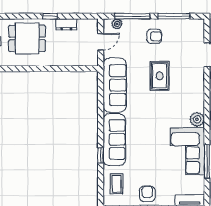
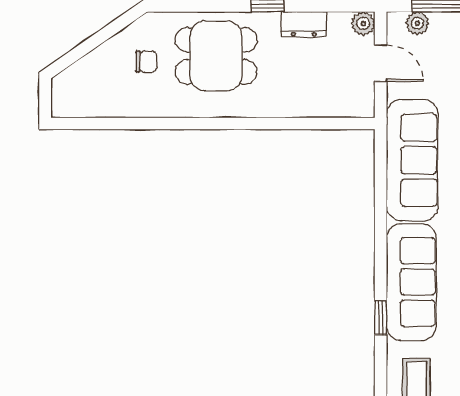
plant: (93, 24) -> (363, 24), added
door: (101, 42) -> (381, 63), hinge flipped

